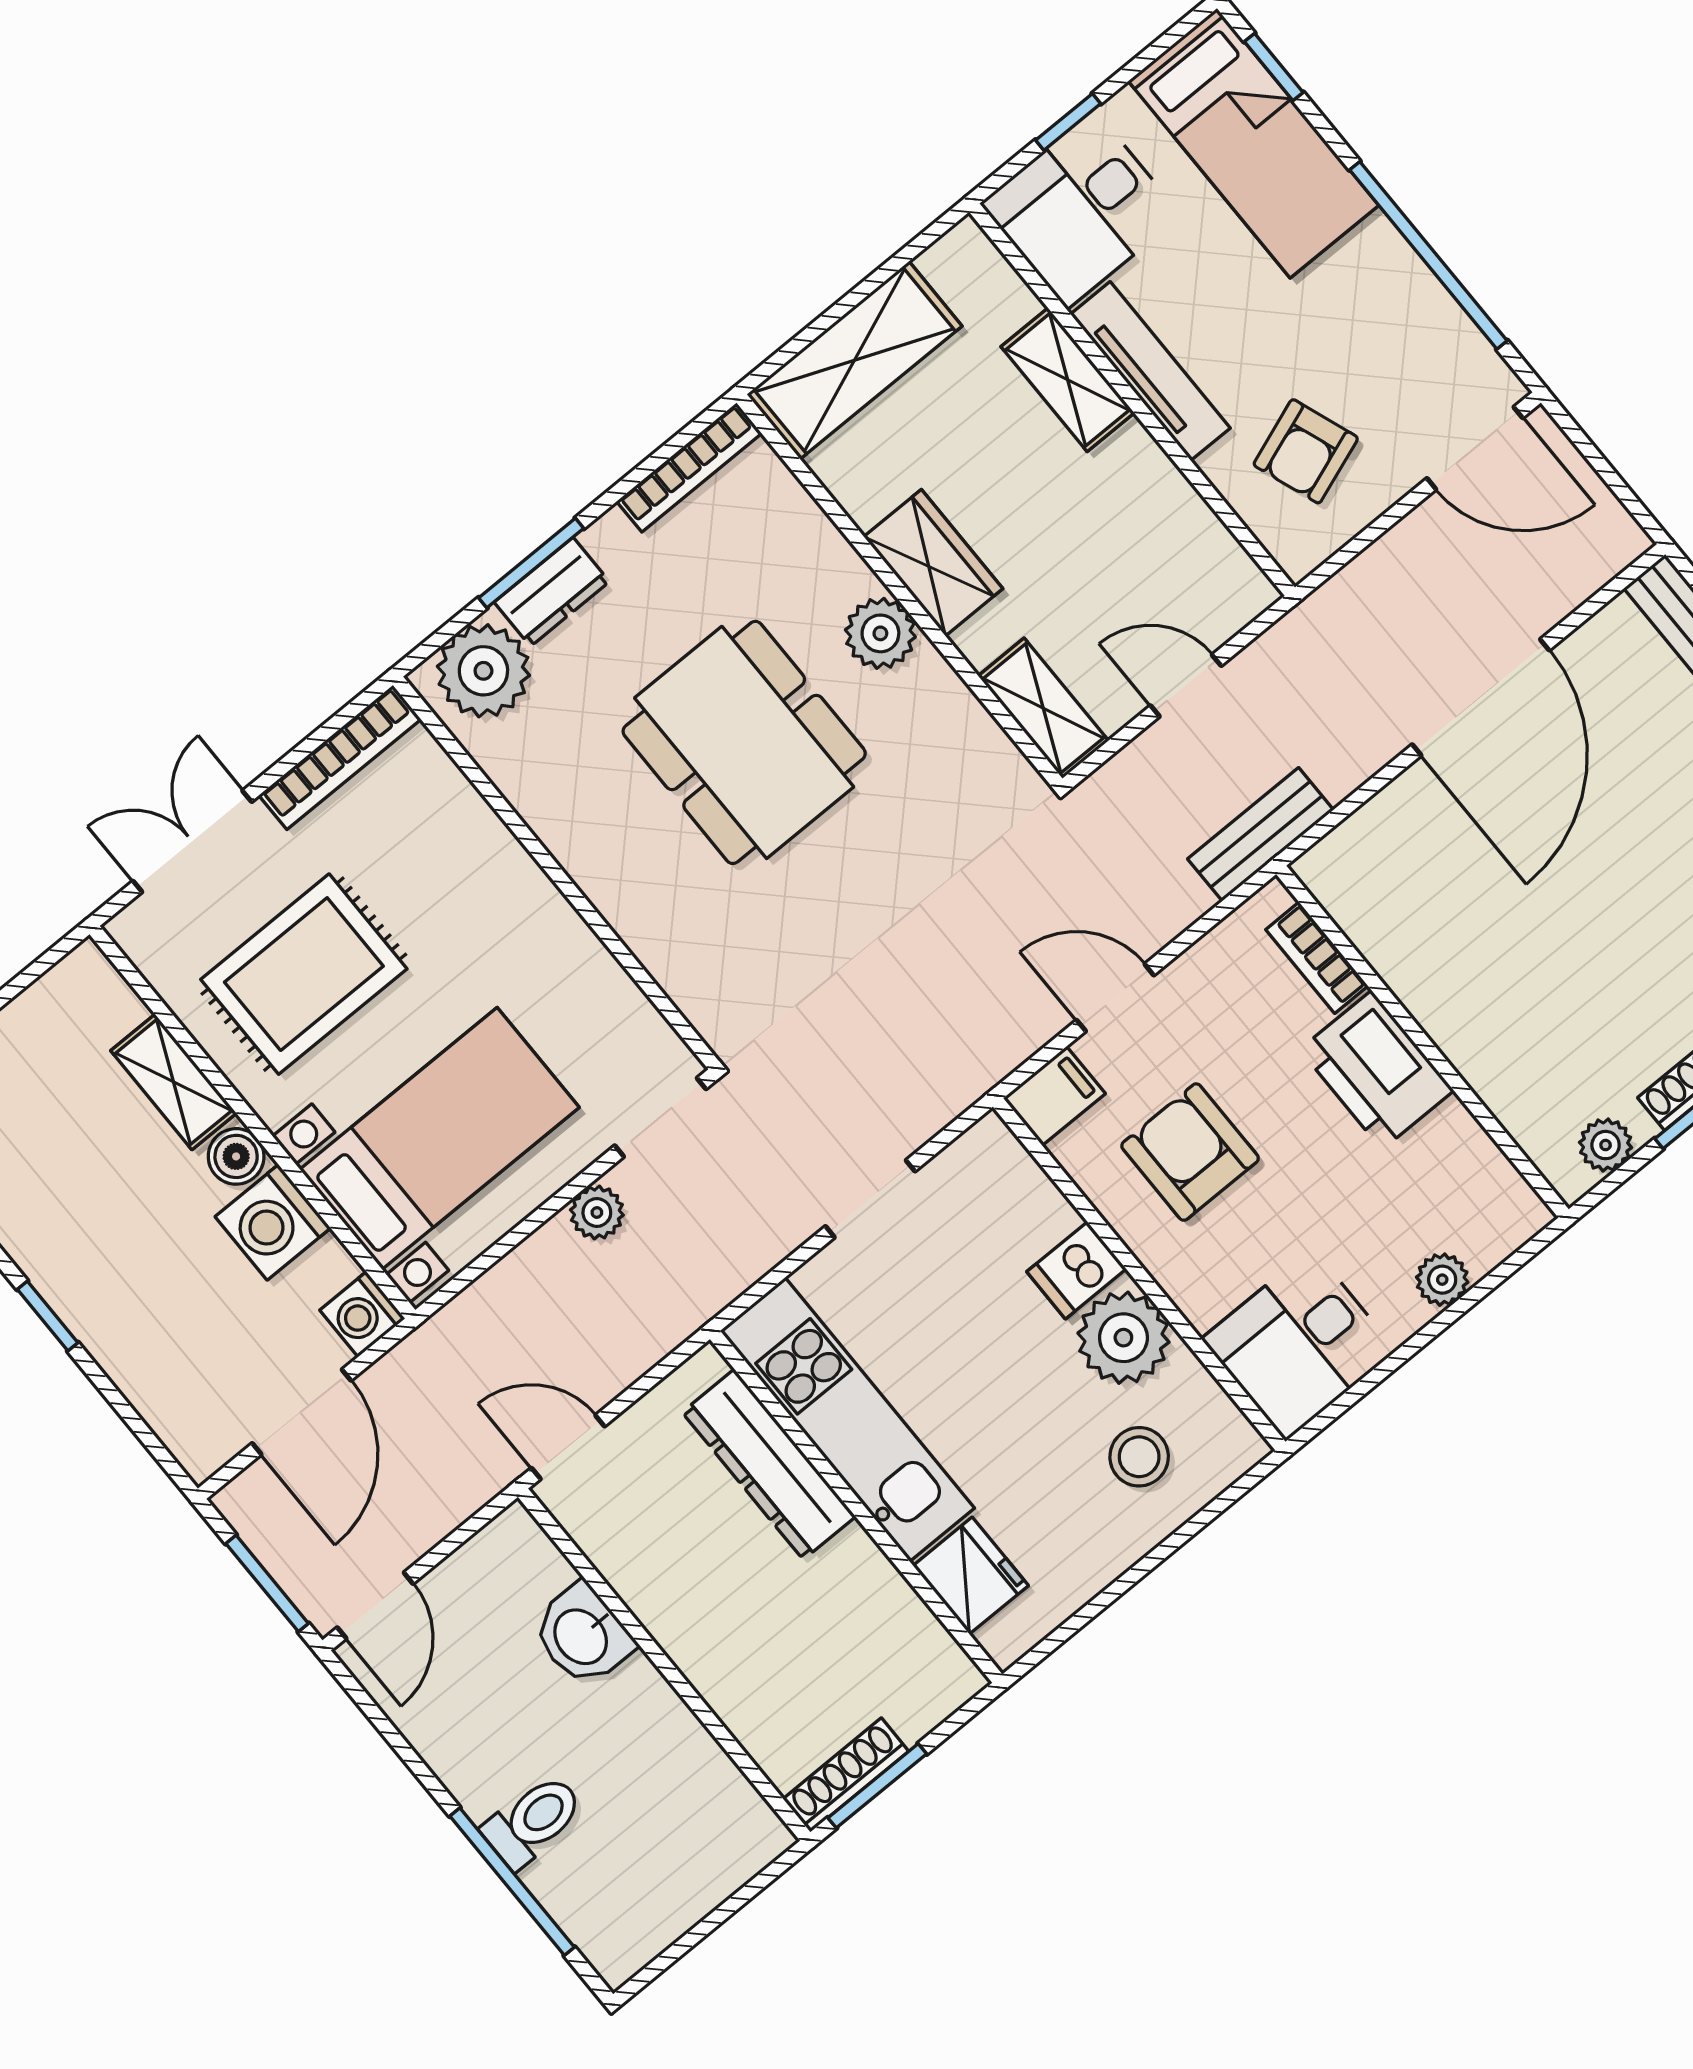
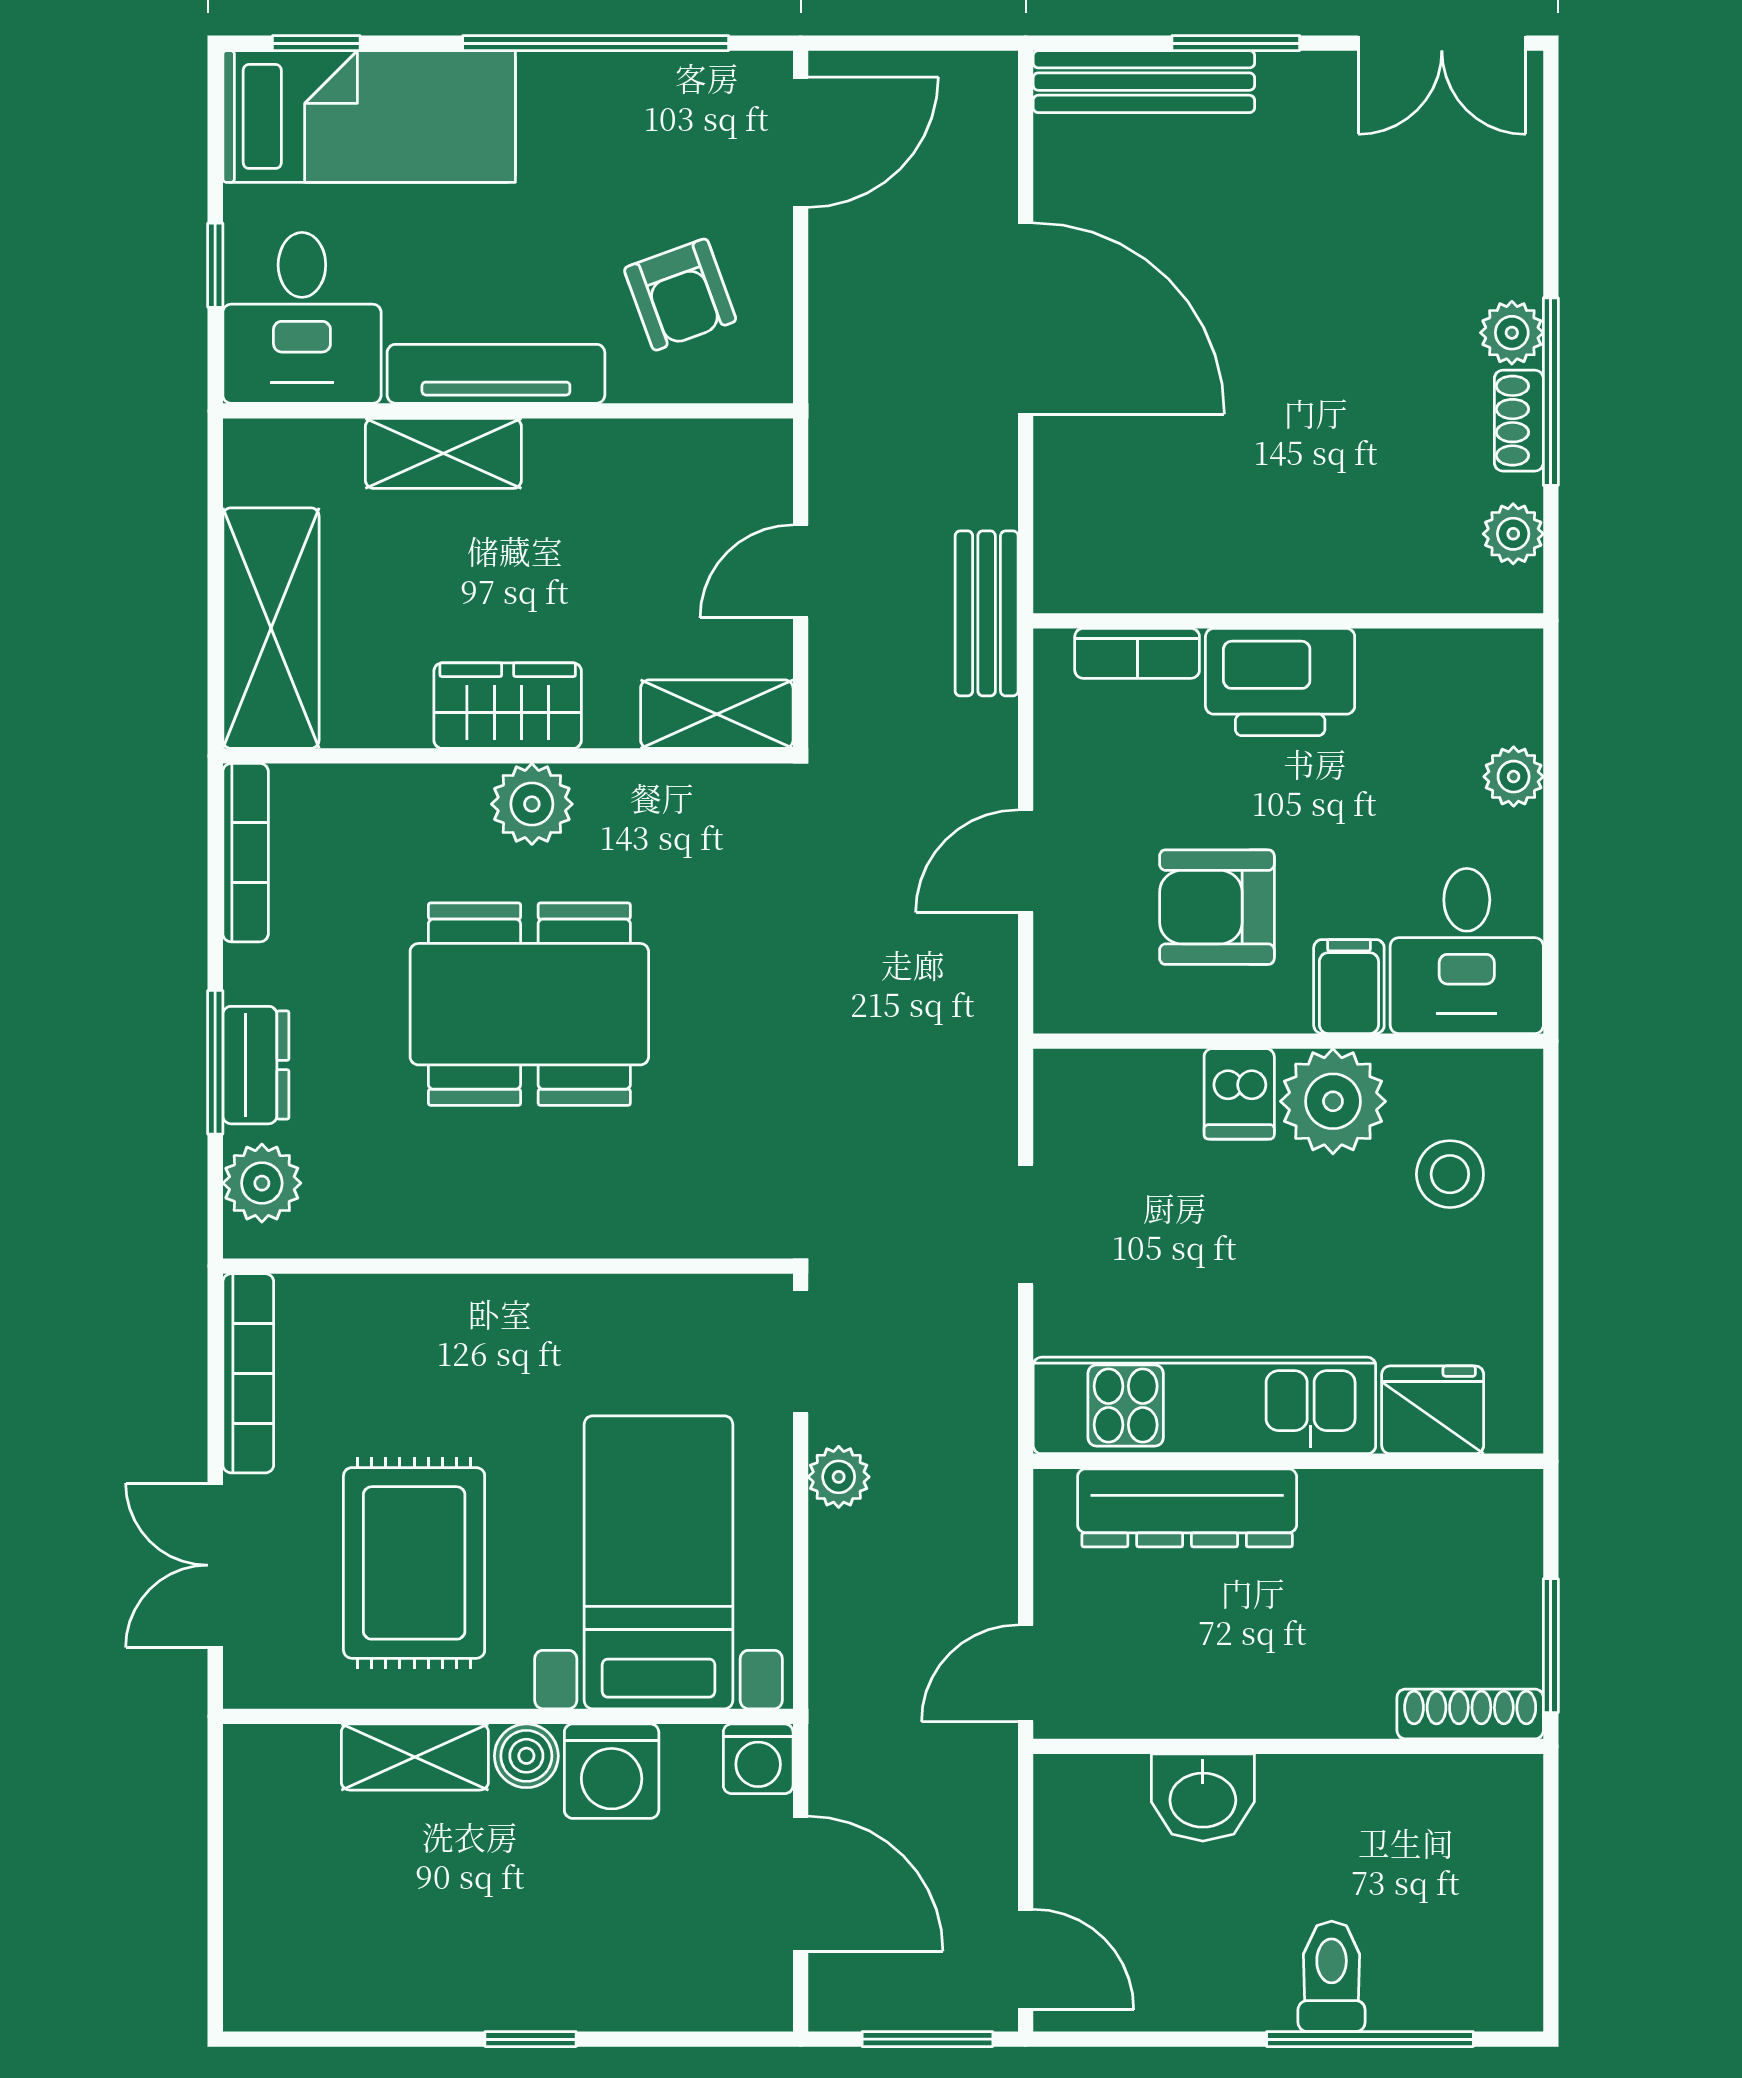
plant: (483, 671) -> (262, 1183), width x0.73, depth x0.73
filing cabinet: (1054, 1096) -> (1349, 987), moved
shoe rack: (846, 1775) -> (1470, 1714), moved, turned 90

